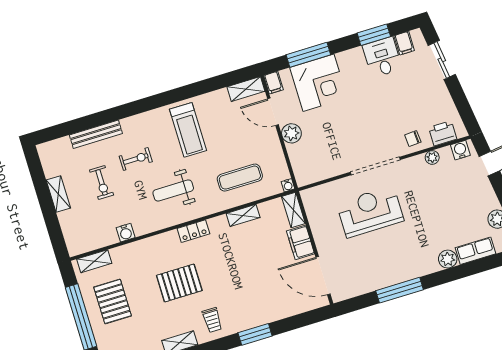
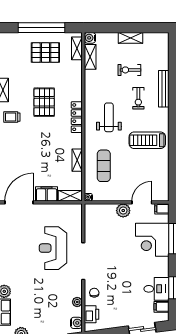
shelving: (246, 89) -> (90, 57), moved
bench: (96, 134) -> (164, 89), moved
reception desk: (370, 212) -> (53, 248), turned 180
locker: (193, 231) -> (77, 117), width x1.53
water cooler: (126, 233) -> (90, 38), moved

